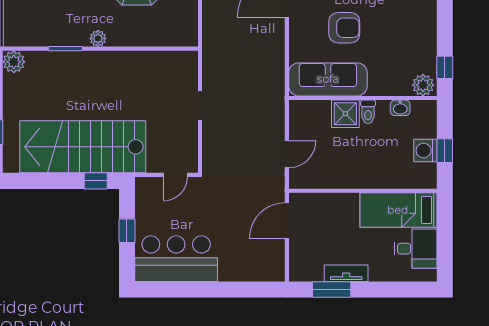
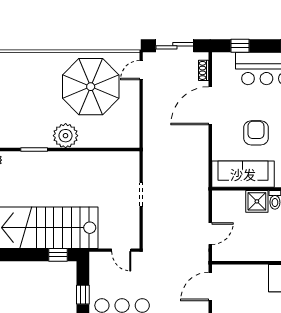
armchair: (344, 28) -> (256, 133), turned -90
plant: (98, 38) -> (66, 136), width x1.87, depth x1.87
door: (175, 175) -> (121, 250), hinge flipped

